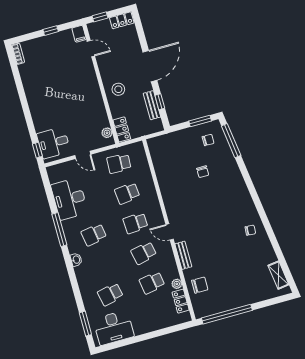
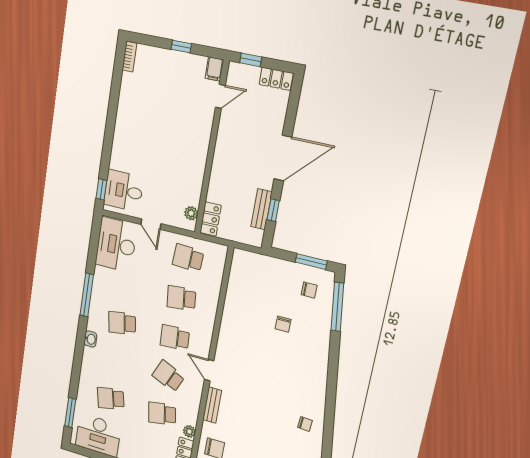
door: (91, 49) -> (220, 96), hinge flipped
stool: (118, 89) -> (230, 167), removed
desk: (69, 199) -> (116, 245), moved
school desk: (144, 253) -> (168, 376), turned 36

